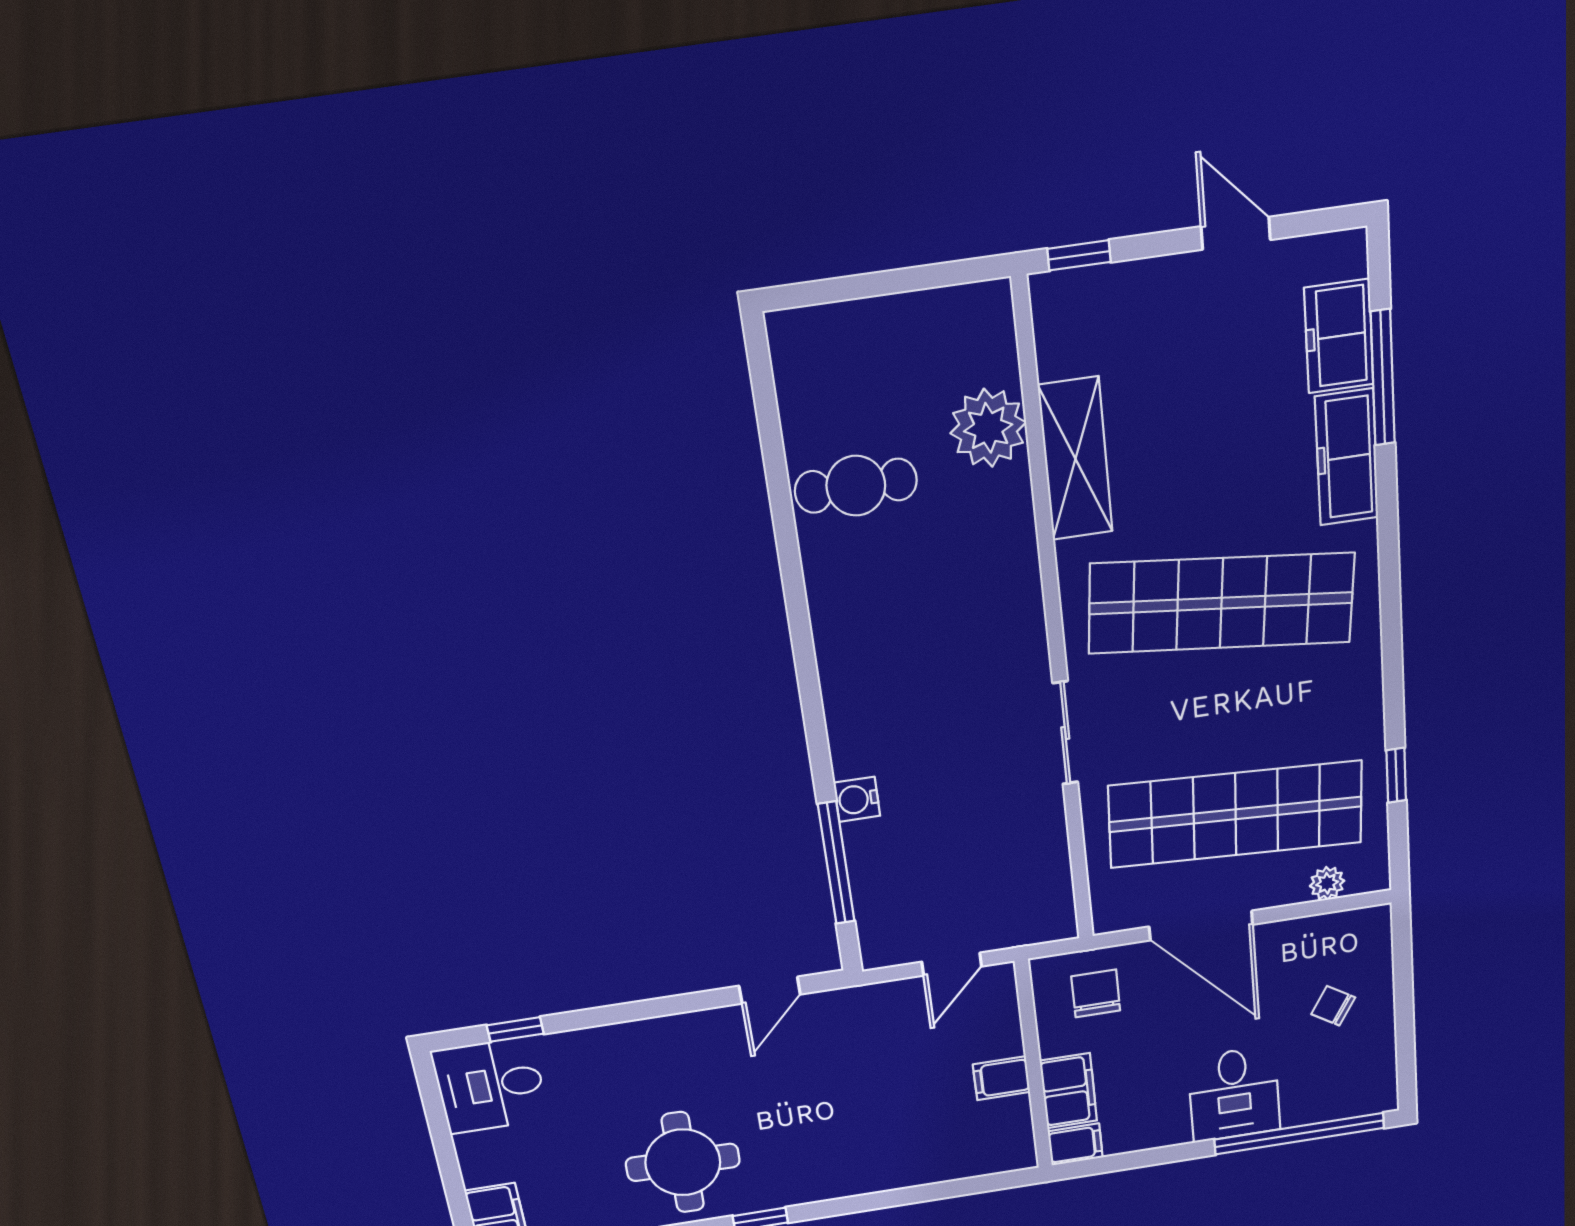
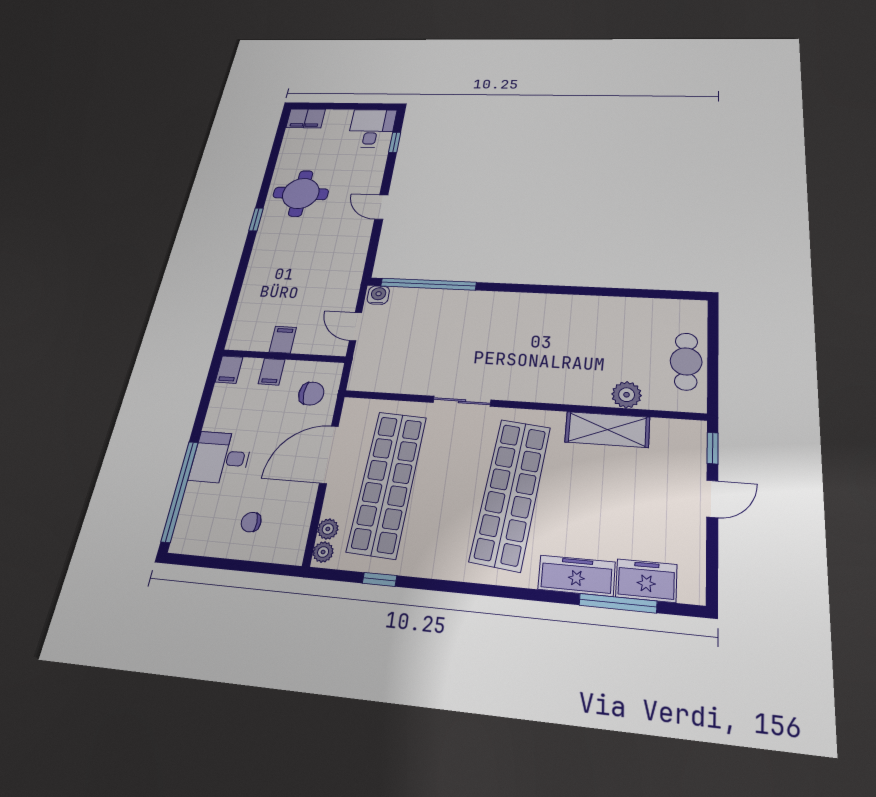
door: (1236, 233) -> (712, 499), moved
plant: (988, 428) -> (627, 395), width x0.73, depth x0.73
cafe table: (856, 486) -> (686, 361), moved
water cooler: (857, 799) -> (378, 295), moved
window: (836, 863) -> (428, 284), width x1.46
plant: (1365, 878) -> (323, 552), added
door: (770, 990) -> (381, 207), moved
chair: (1333, 1006) -> (251, 522), turned -124
filing cabinet: (1068, 1091) -> (272, 372), width x0.50

